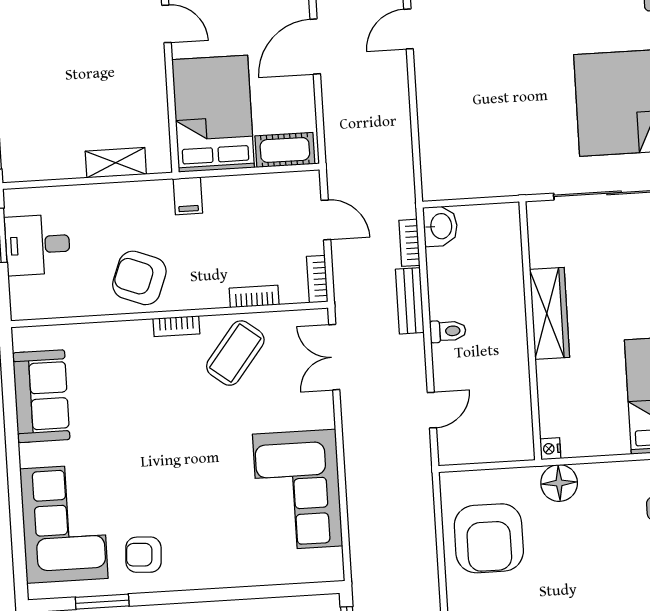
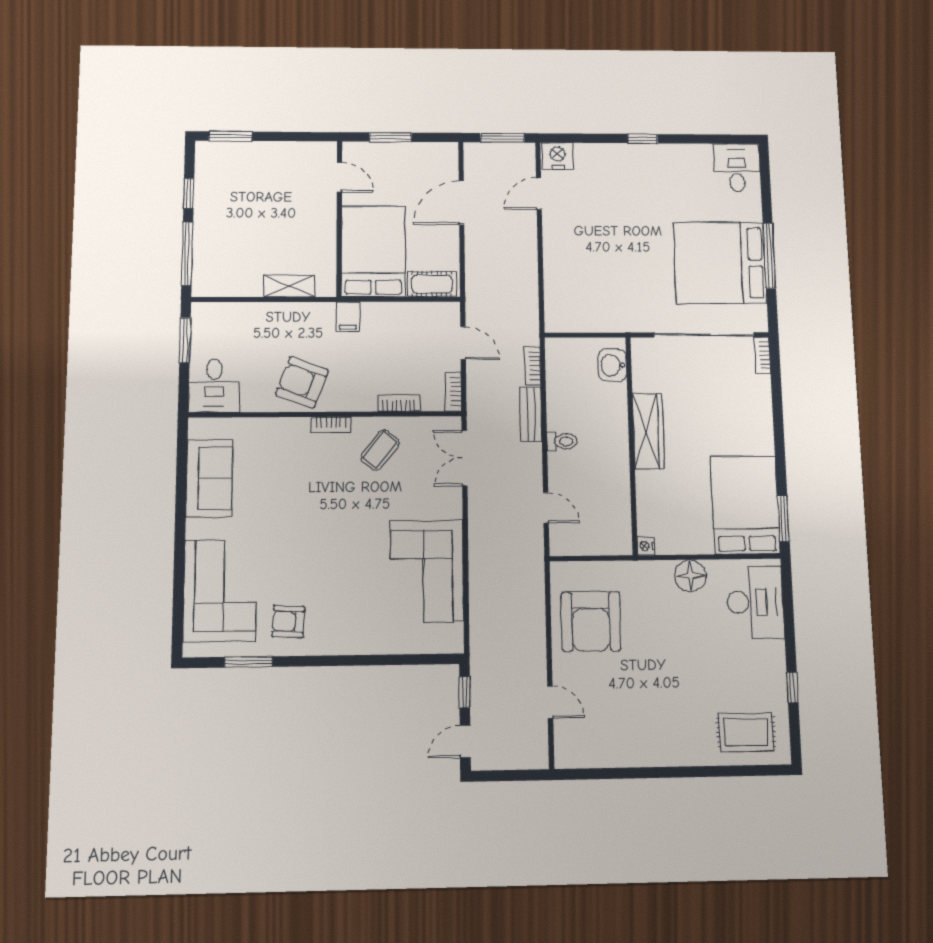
washbasin: (440, 226) -> (612, 365), moved, turned 180
desk: (38, 245) -> (214, 386), moved, turned -90
coffee table: (235, 353) -> (380, 450), width x0.73, depth x0.77
door: (432, 410) -> (546, 508), hinge flipped
floor lamp: (559, 483) -> (690, 576), moved

